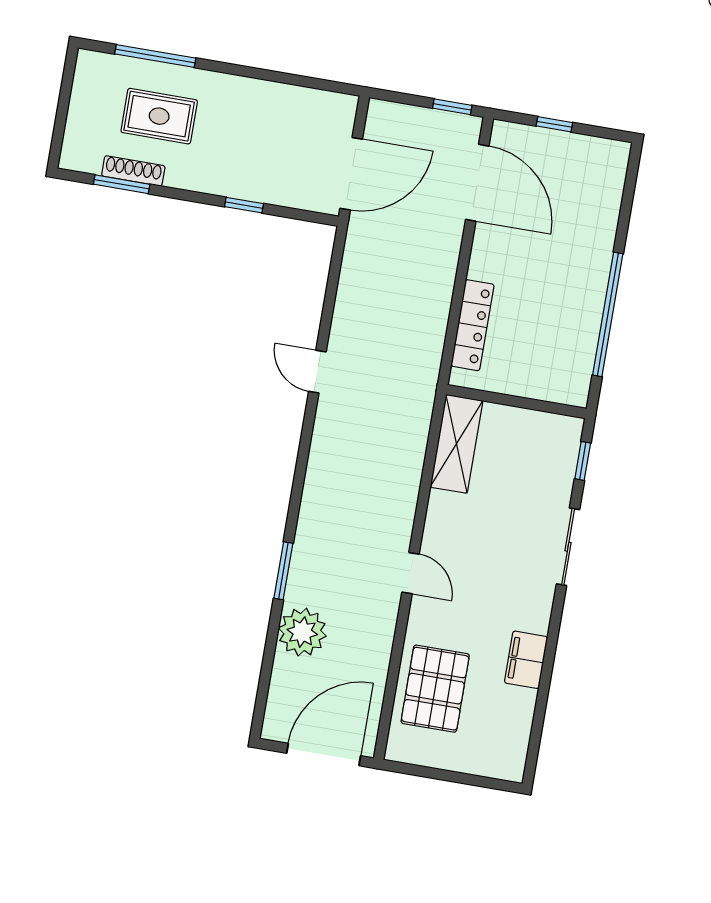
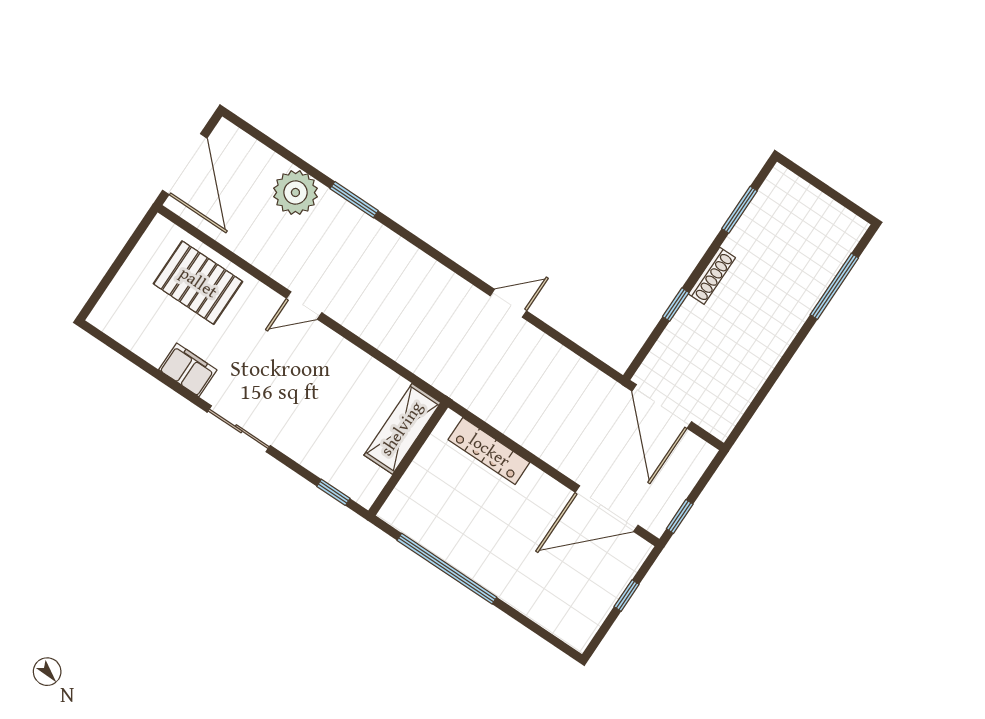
rug: (159, 116) -> (782, 267), removed
shoe rack: (133, 171) -> (712, 276), moved
shelving: (456, 444) -> (402, 429), moved, turned 90
sliding door: (568, 547) -> (239, 429), moved

